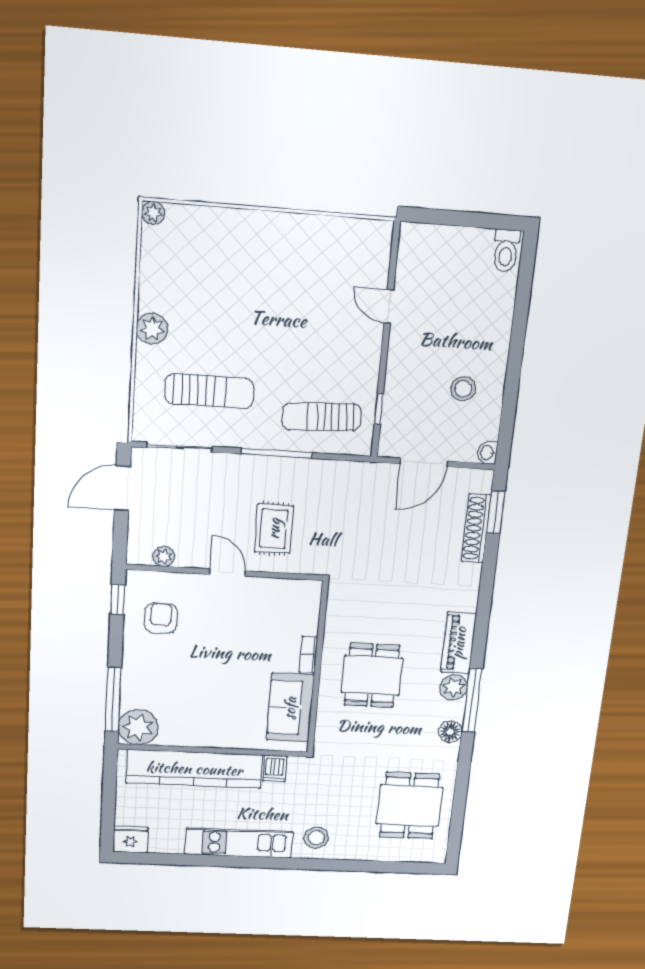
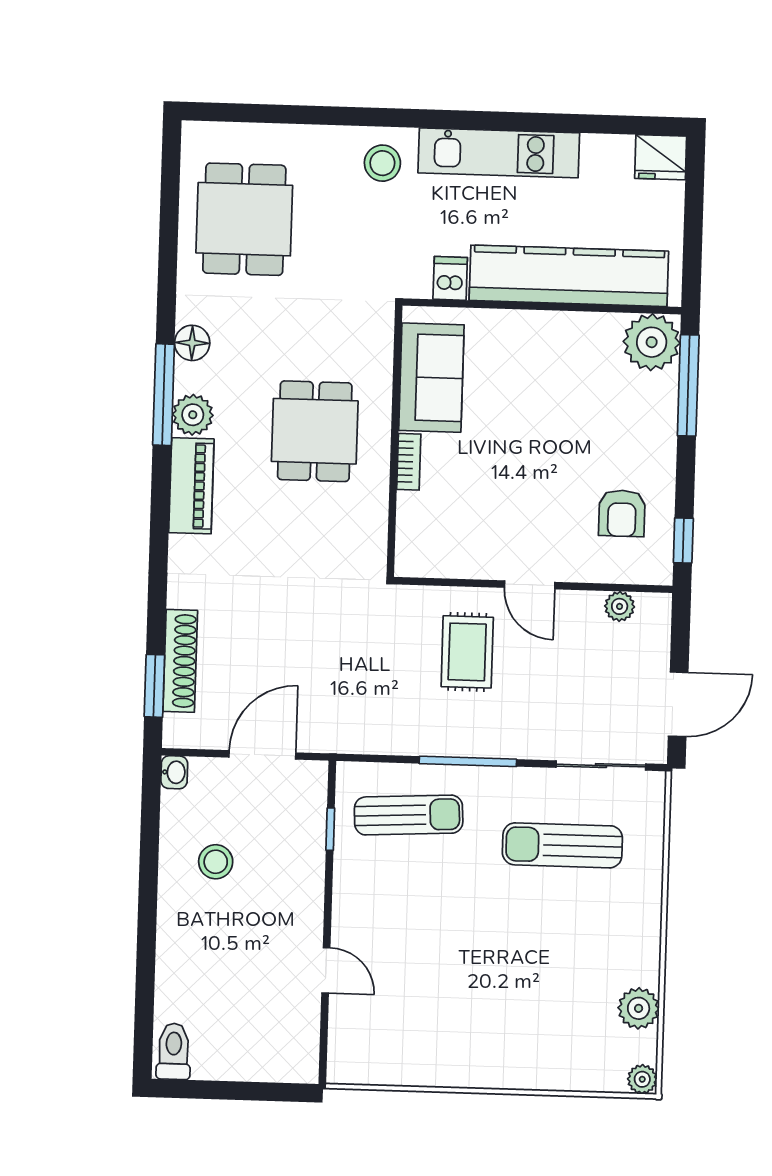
plant: (152, 329) -> (639, 1008), moved

